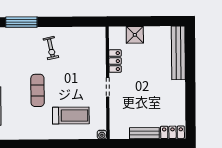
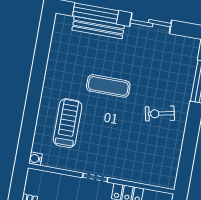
treadmill: (71, 116) -> (68, 123), turned 180

